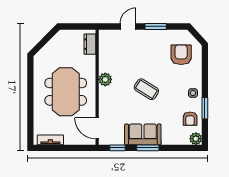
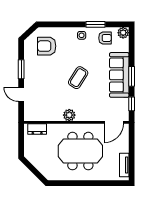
sofa: (143, 134) -> (119, 75), width x1.36

